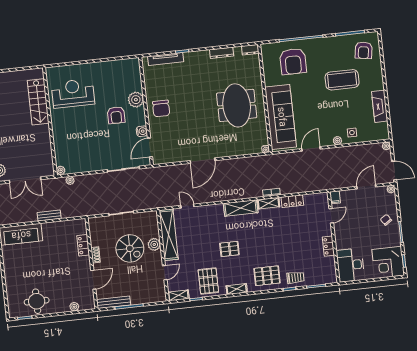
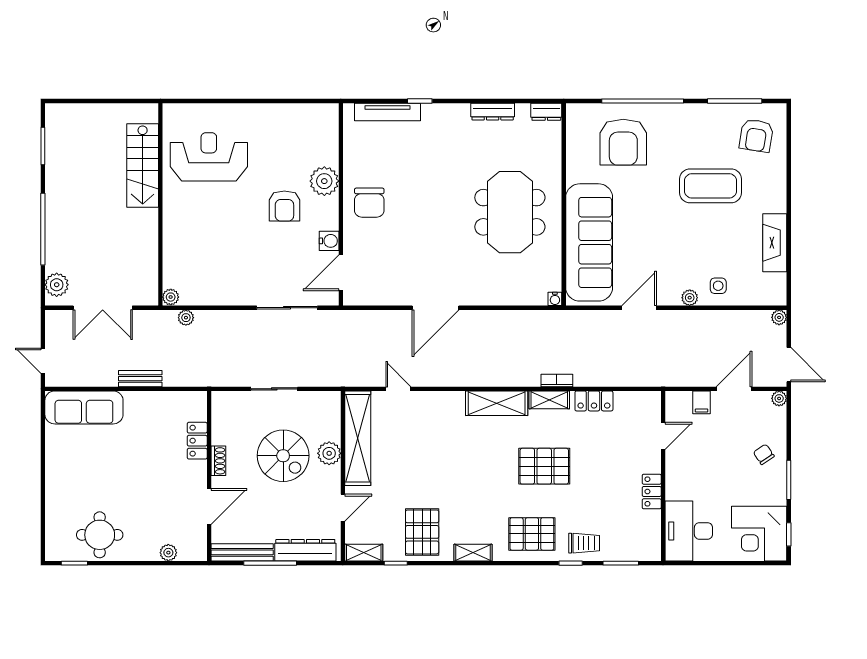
filing cabinet: (335, 197) -> (702, 402), moved
pallet: (229, 249) -> (544, 466), moved, width x1.50, depth x1.42
dresser: (147, 297) -> (305, 550), added

